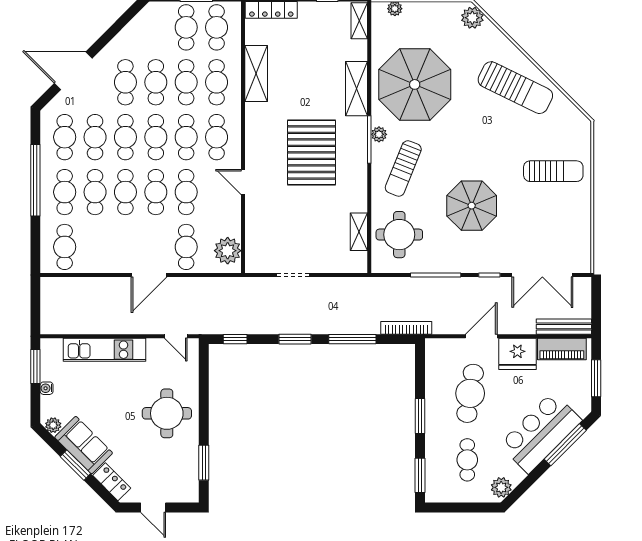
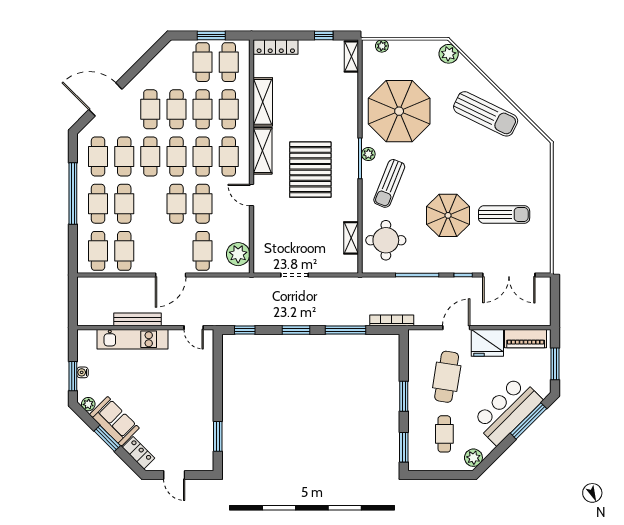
shelving: (356, 89) -> (262, 151), moved
sun lounger: (553, 171) -> (504, 215), moved
cafe table: (125, 192) -> (124, 251), moved
bench: (564, 327) -> (137, 319), moved
window: (35, 367) -> (73, 376), moved
round table: (167, 413) -> (186, 394), removed

